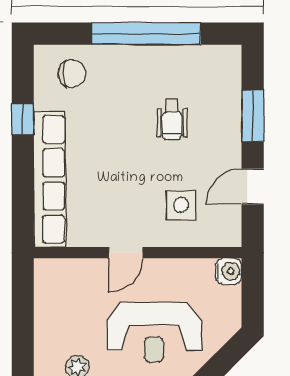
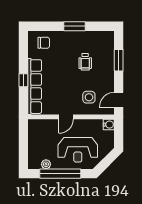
window: (146, 34) -> (75, 26), width x0.47
window: (23, 119) -> (23, 80), moved
door: (253, 186) -> (119, 100), moved

